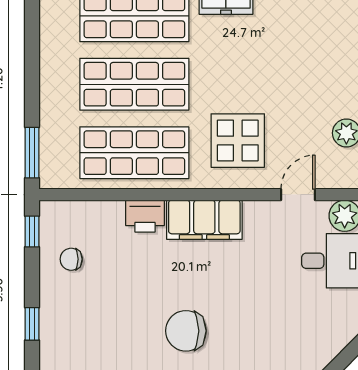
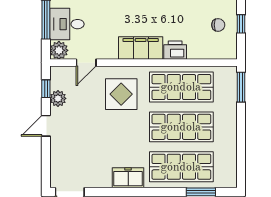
window: (32, 231) -> (241, 24), moved

